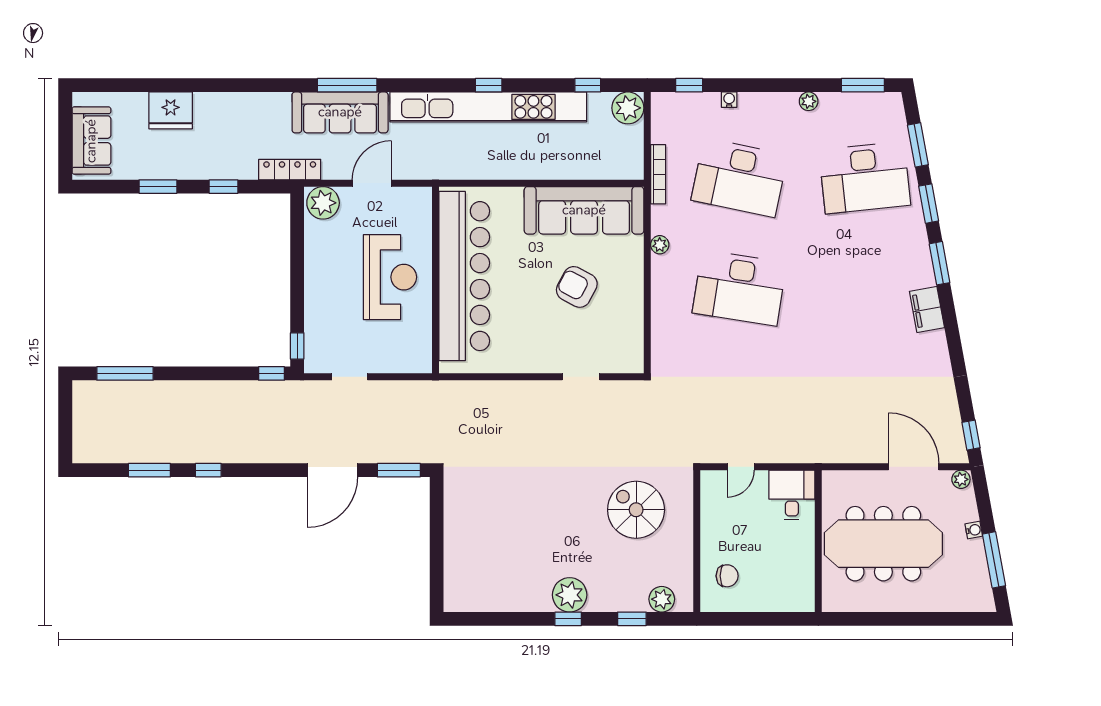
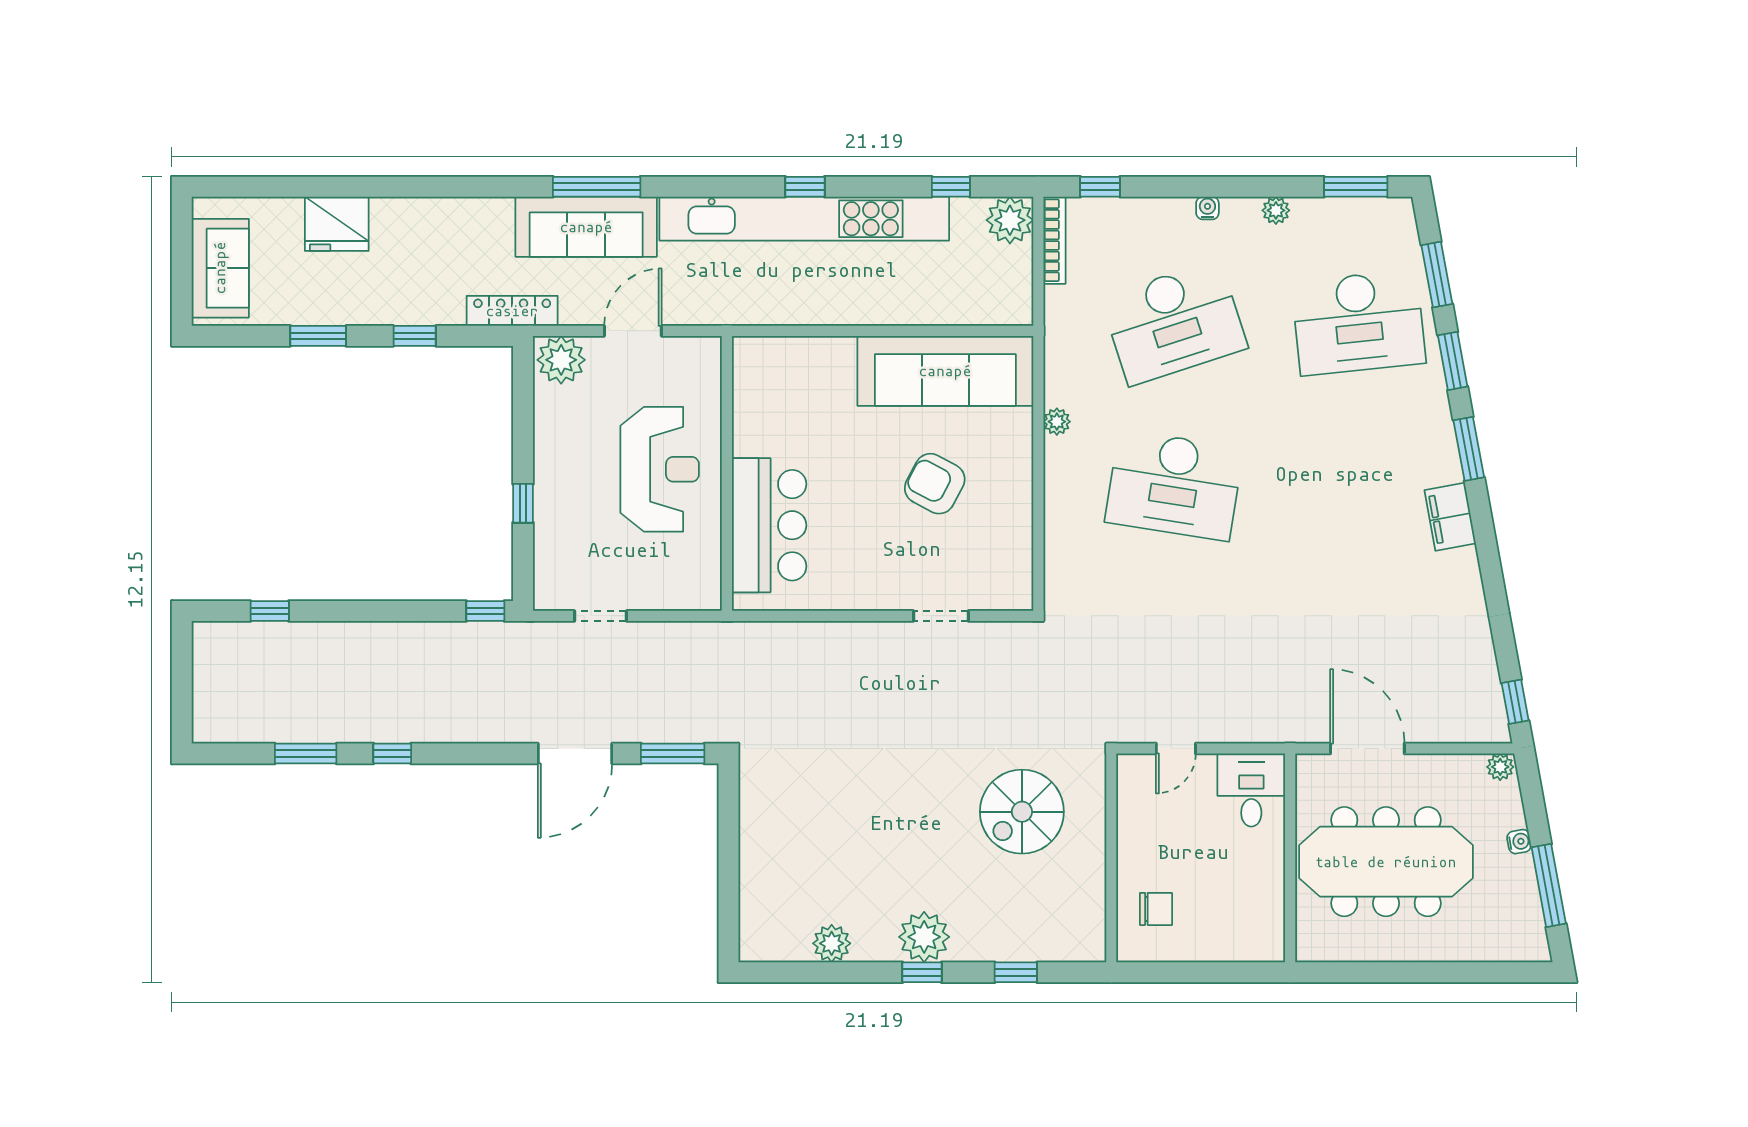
water cooler: (729, 100) -> (1207, 208), moved
bookcase: (658, 174) -> (1054, 240), moved
desk: (739, 178) -> (1174, 323), turned -30
bar counter: (464, 276) -> (769, 525), width x0.54
window: (297, 346) -> (523, 503), moved
window: (125, 373) -> (270, 611), width x0.46
door: (914, 467) -> (1367, 749), moved
spiral stairs: (636, 510) -> (1022, 812), turned -90
plant: (662, 599) -> (832, 943), moved

